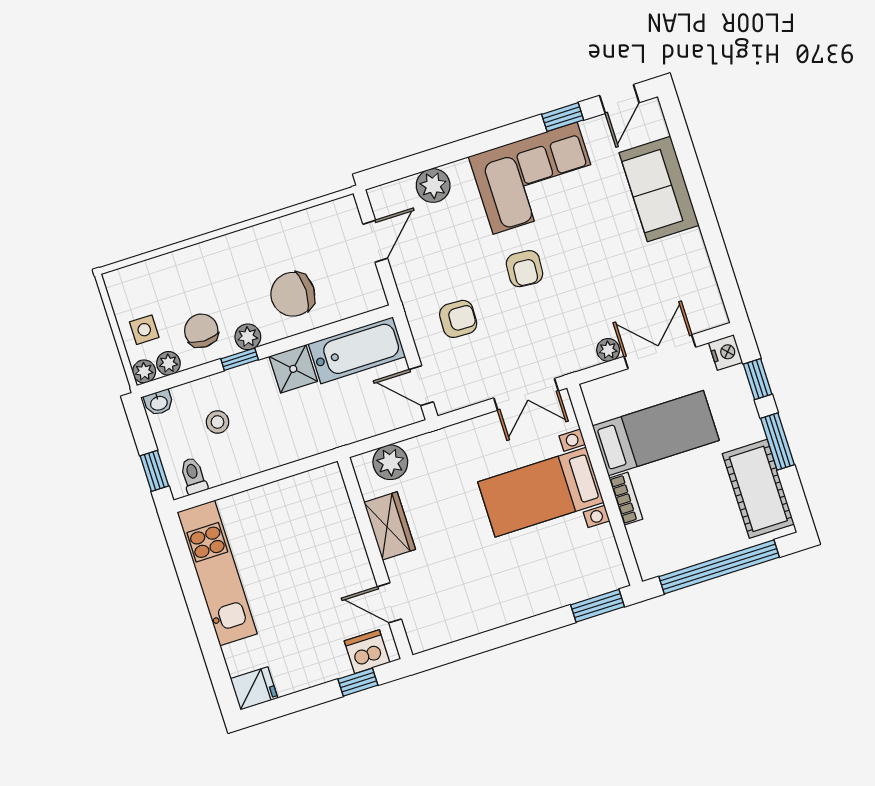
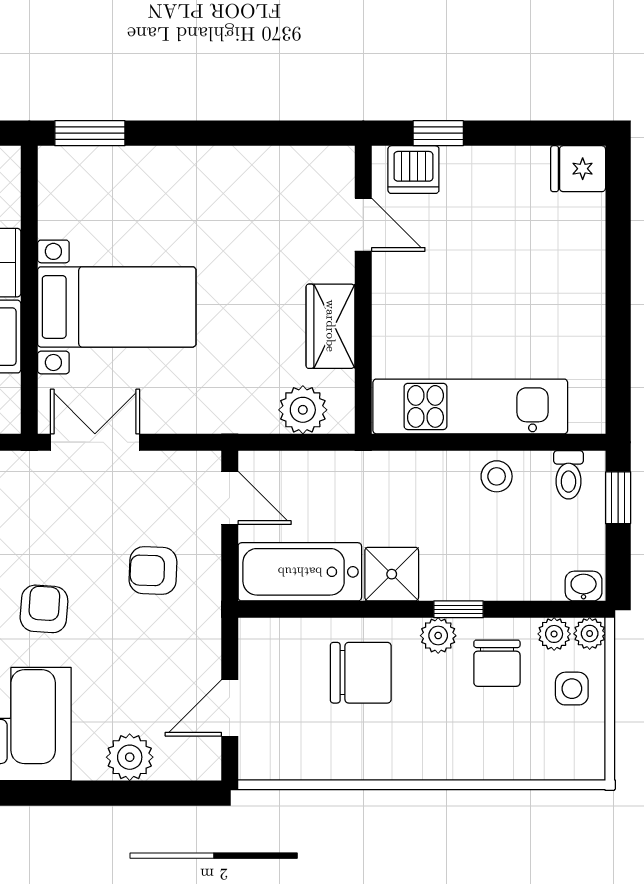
stool: (217, 422) -> (497, 476), moved
kitchen unit: (217, 573) -> (470, 406), moved, turned 90

